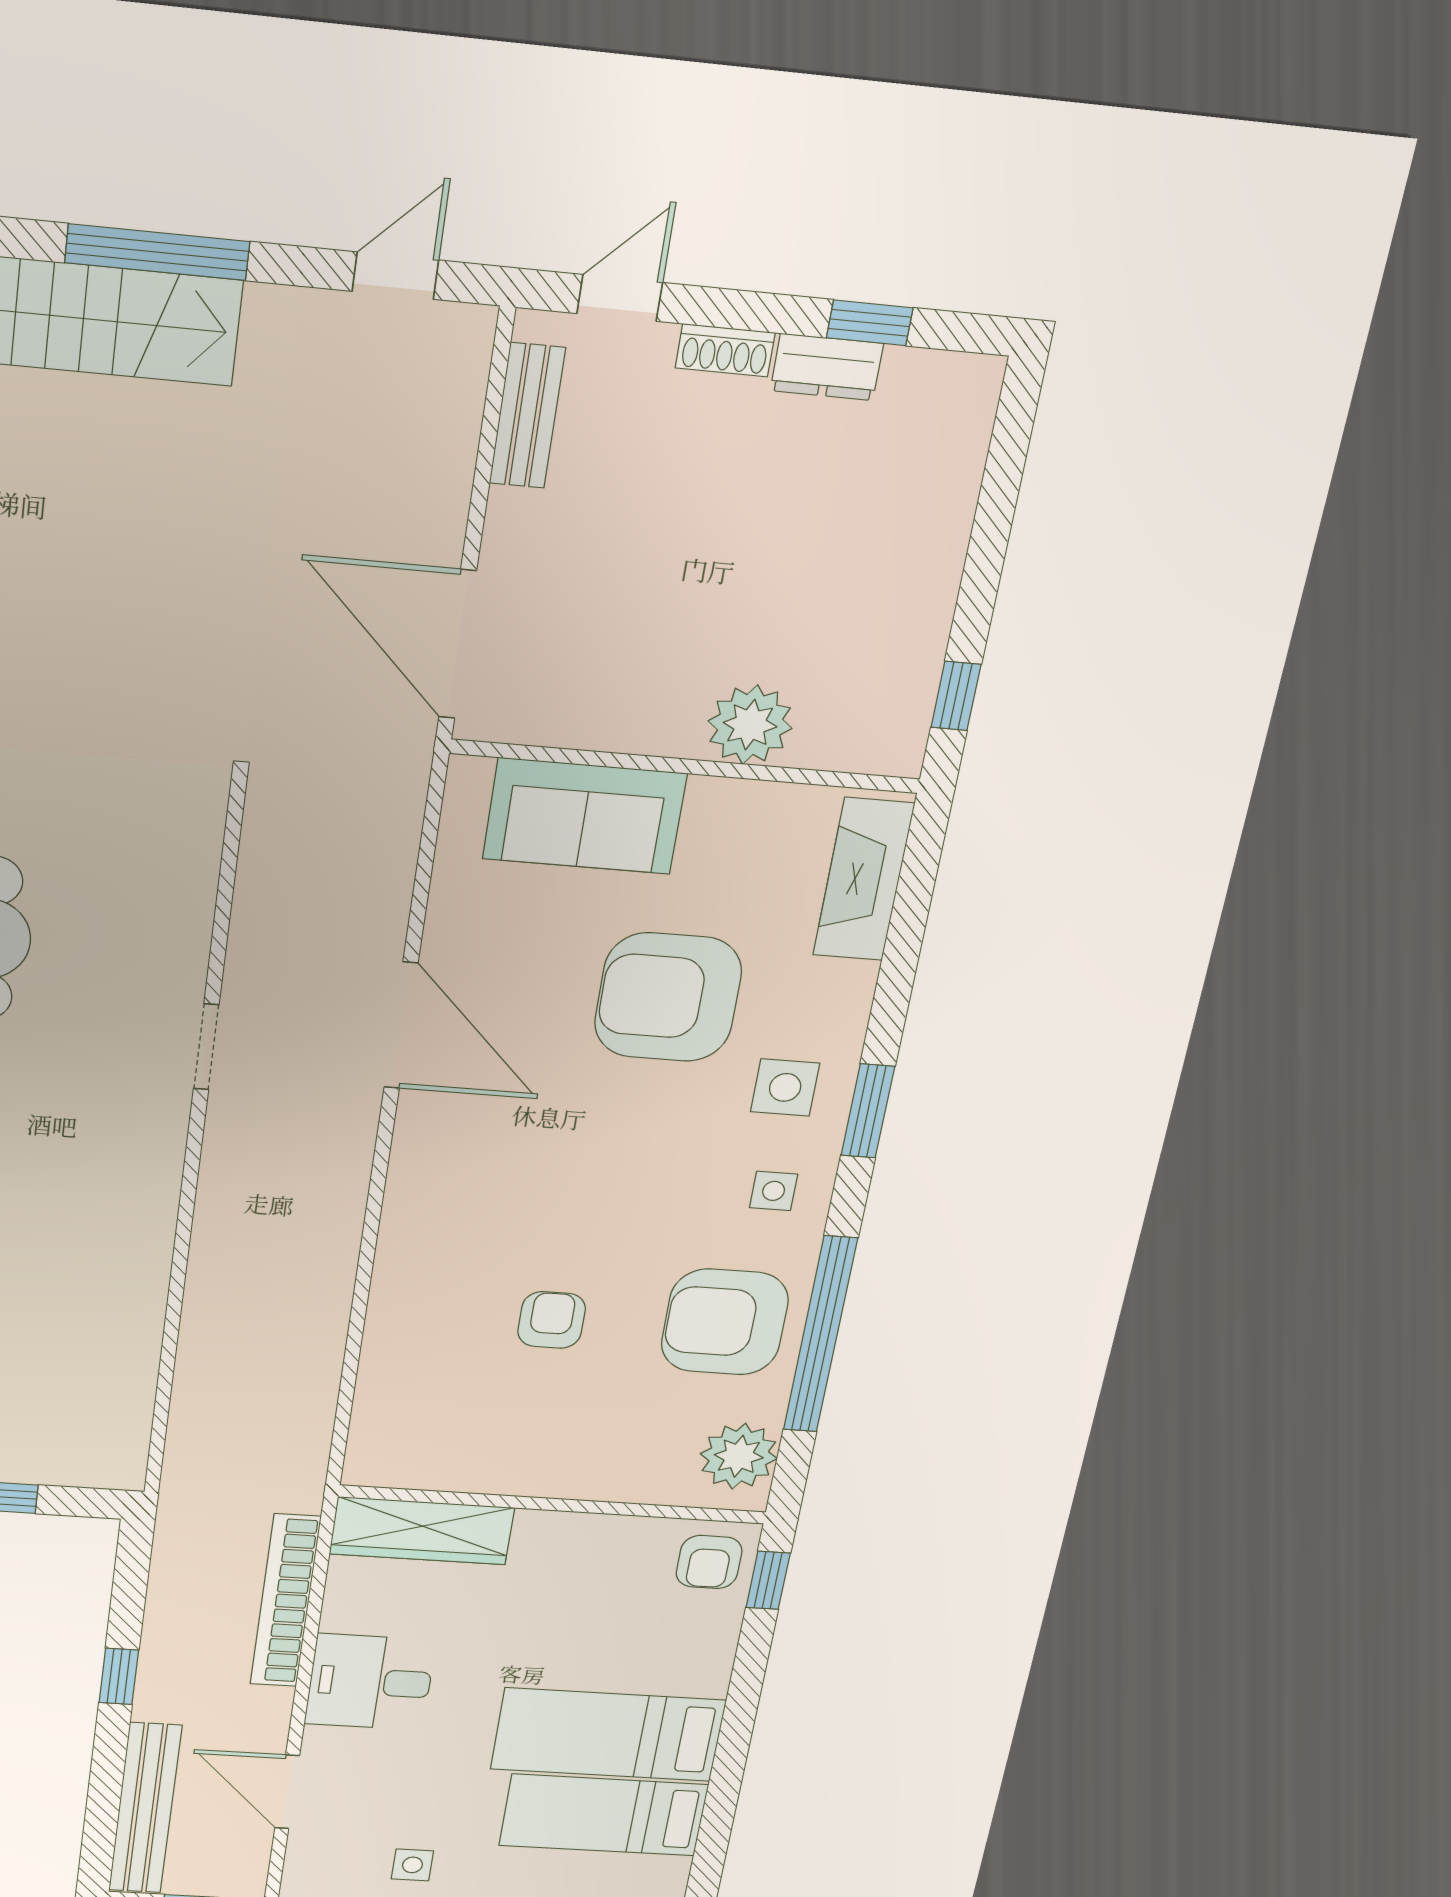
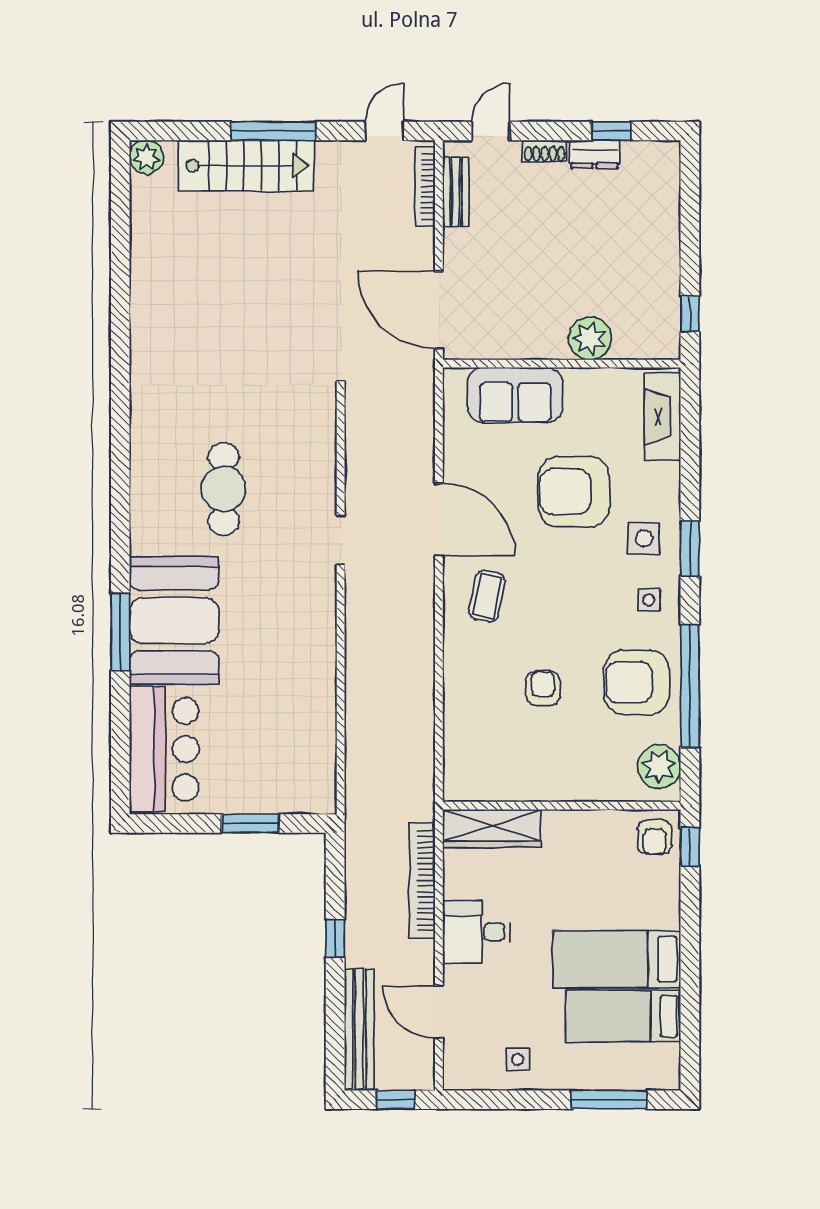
bookcase: (465, 398) -> (425, 186), added
coffee table: (472, 1163) -> (487, 596), added

